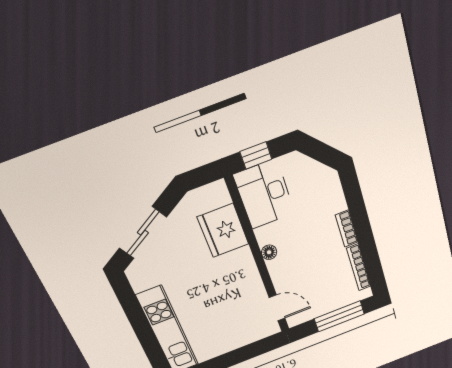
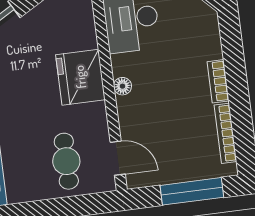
fridge: (223, 231) -> (80, 77), moved
cafe table: (237, 321) -> (66, 161), added

